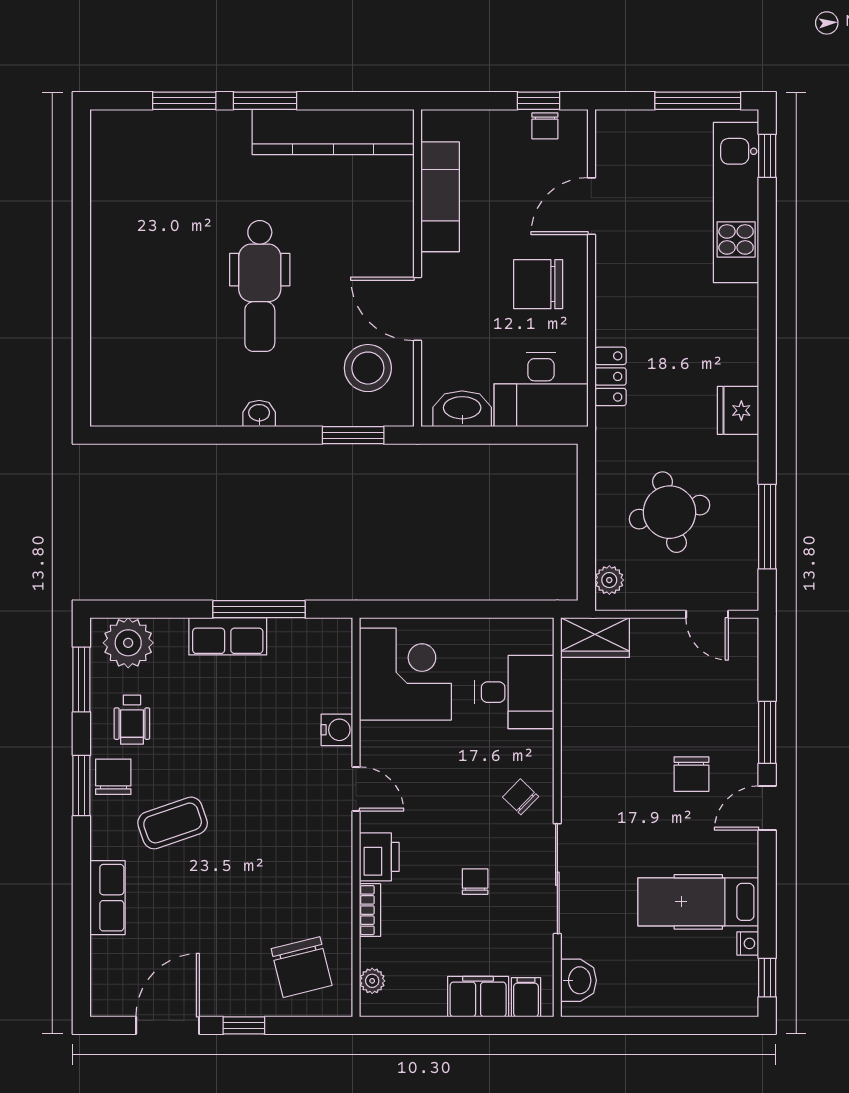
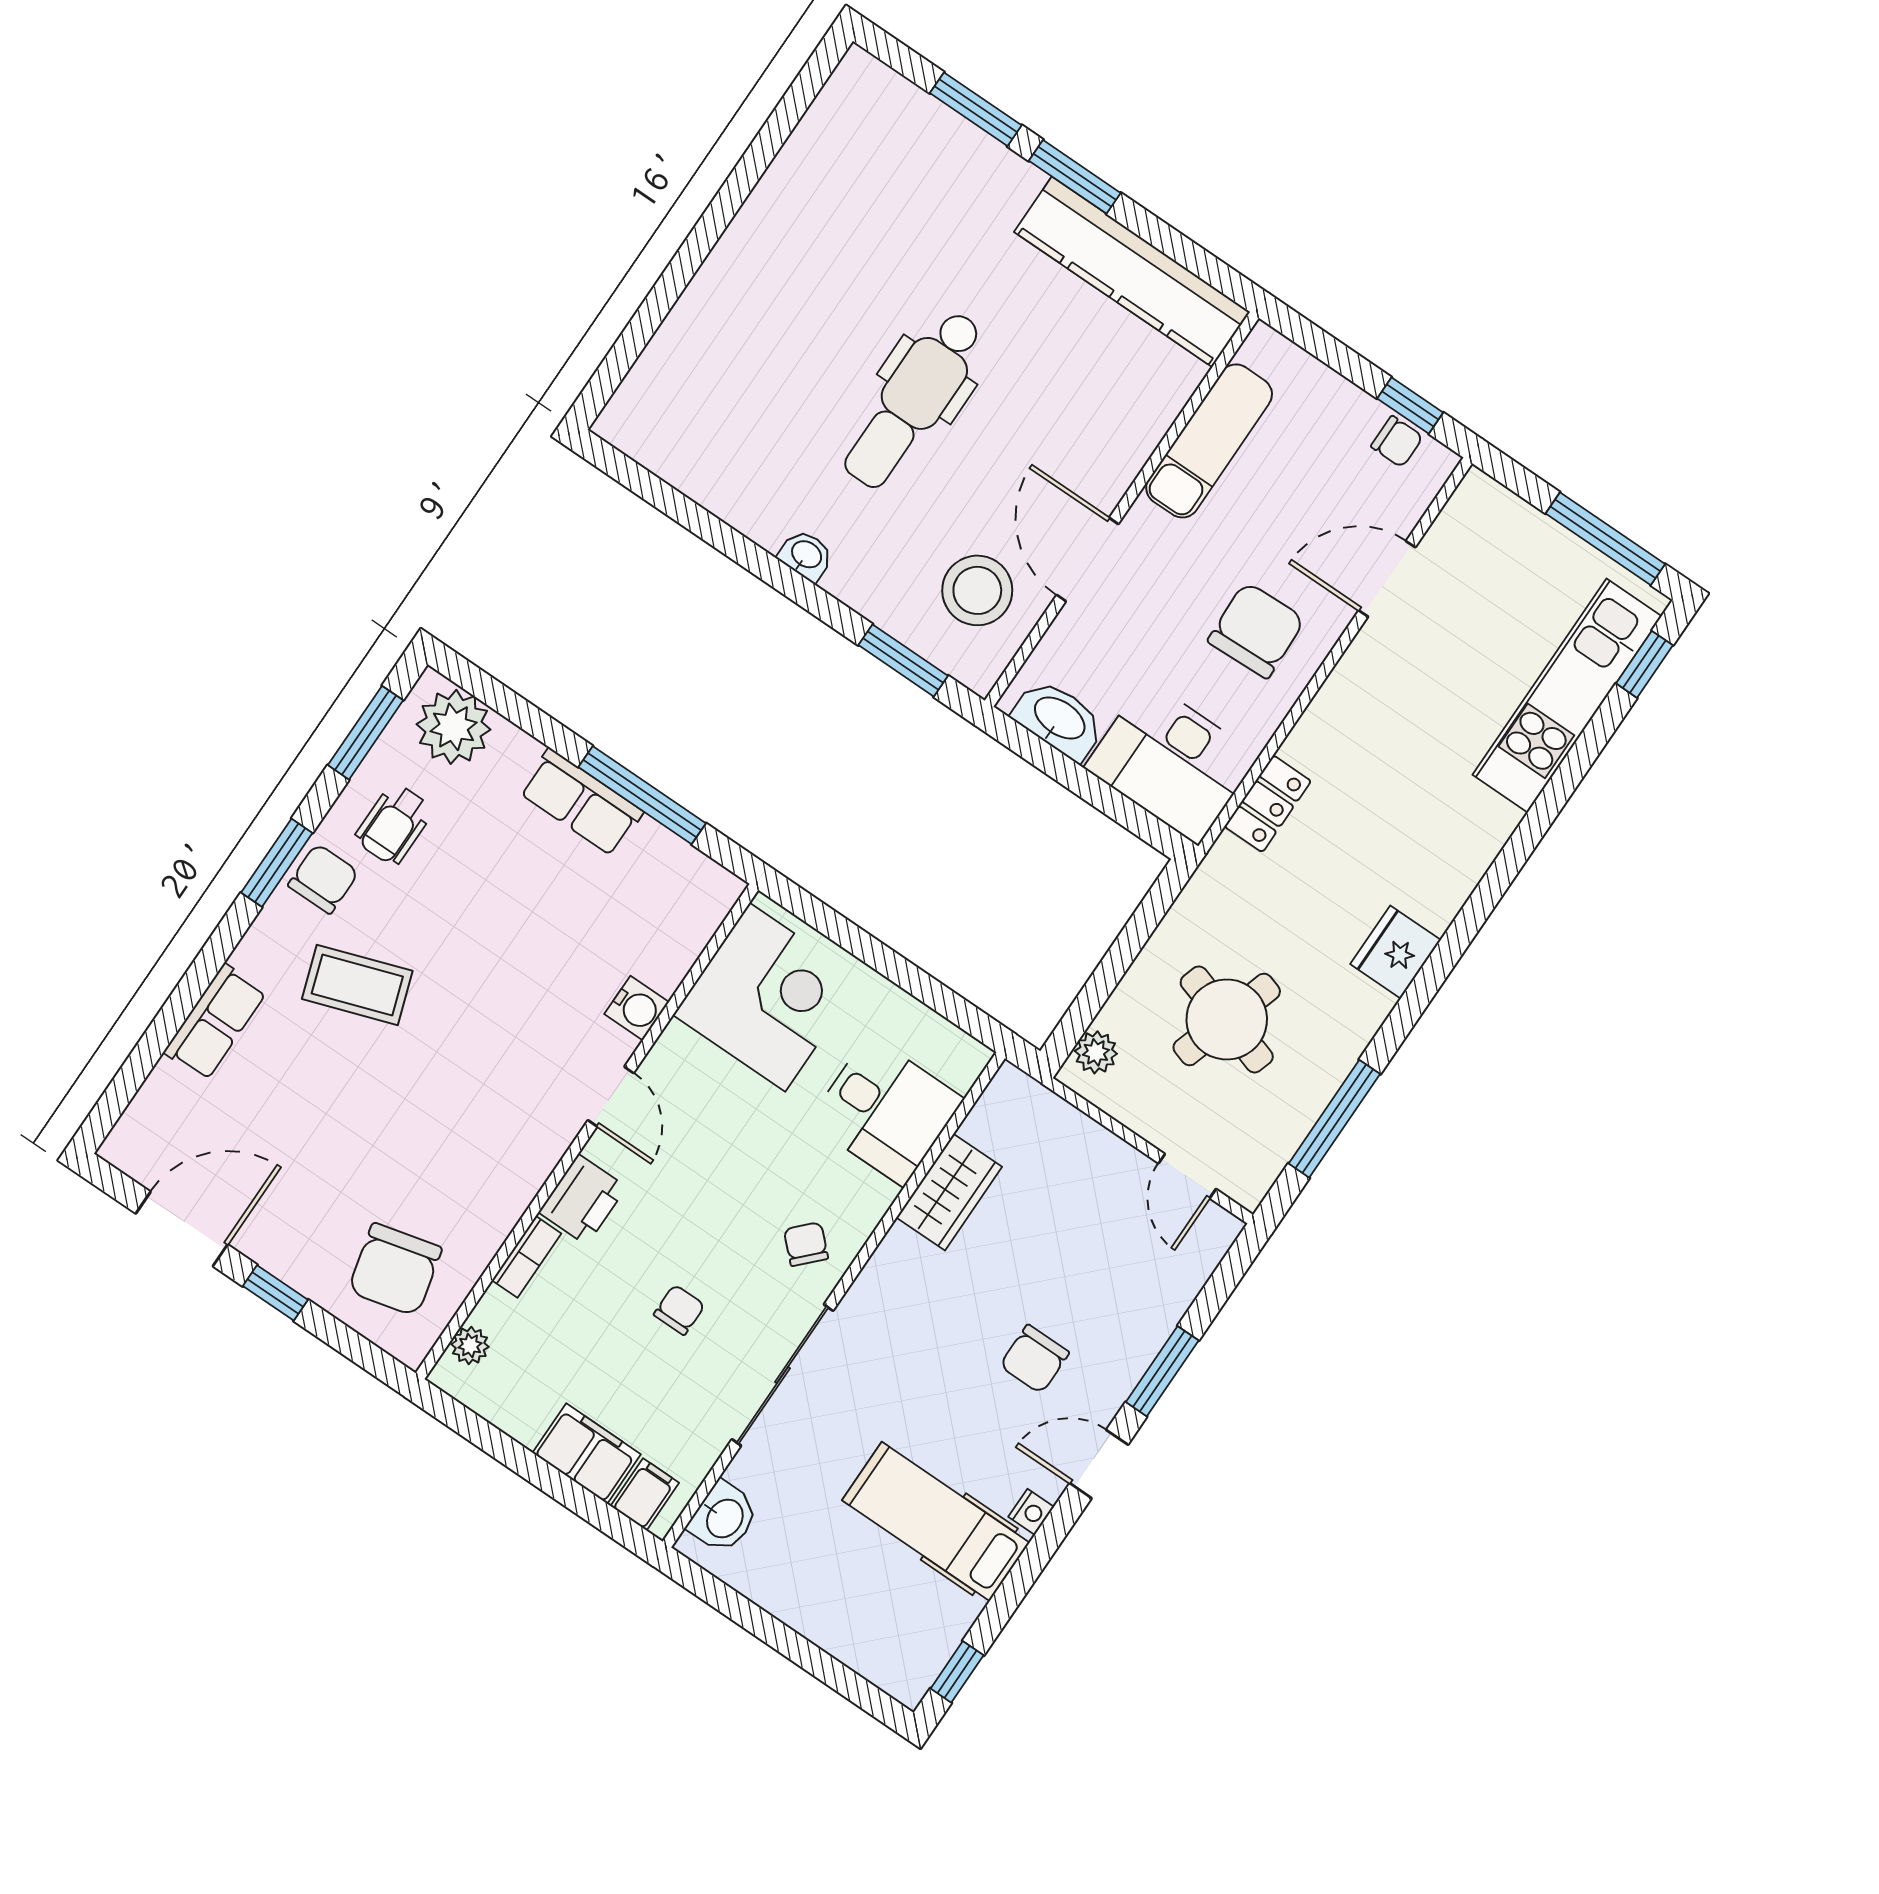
chair: (545, 126) -> (1397, 442), turned -90
chair: (538, 284) -> (1256, 630), turned 88
round table: (670, 512) -> (1227, 1019), turned 30
wardrobe: (595, 638) -> (949, 1192), moved, turned -90
nightstand: (748, 943) -> (1031, 1512), moved

